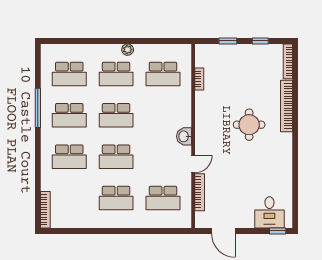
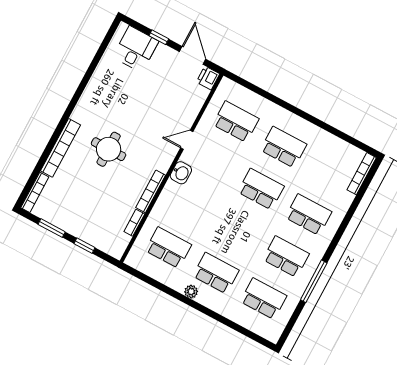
window: (260, 41) -> (52, 228), width x1.50
school desk: (116, 115) -> (238, 231), removed
bookcase: (200, 192) -> (151, 191), moved
printer: (202, 220) -> (208, 78), added
window: (278, 231) -> (159, 37), moved

